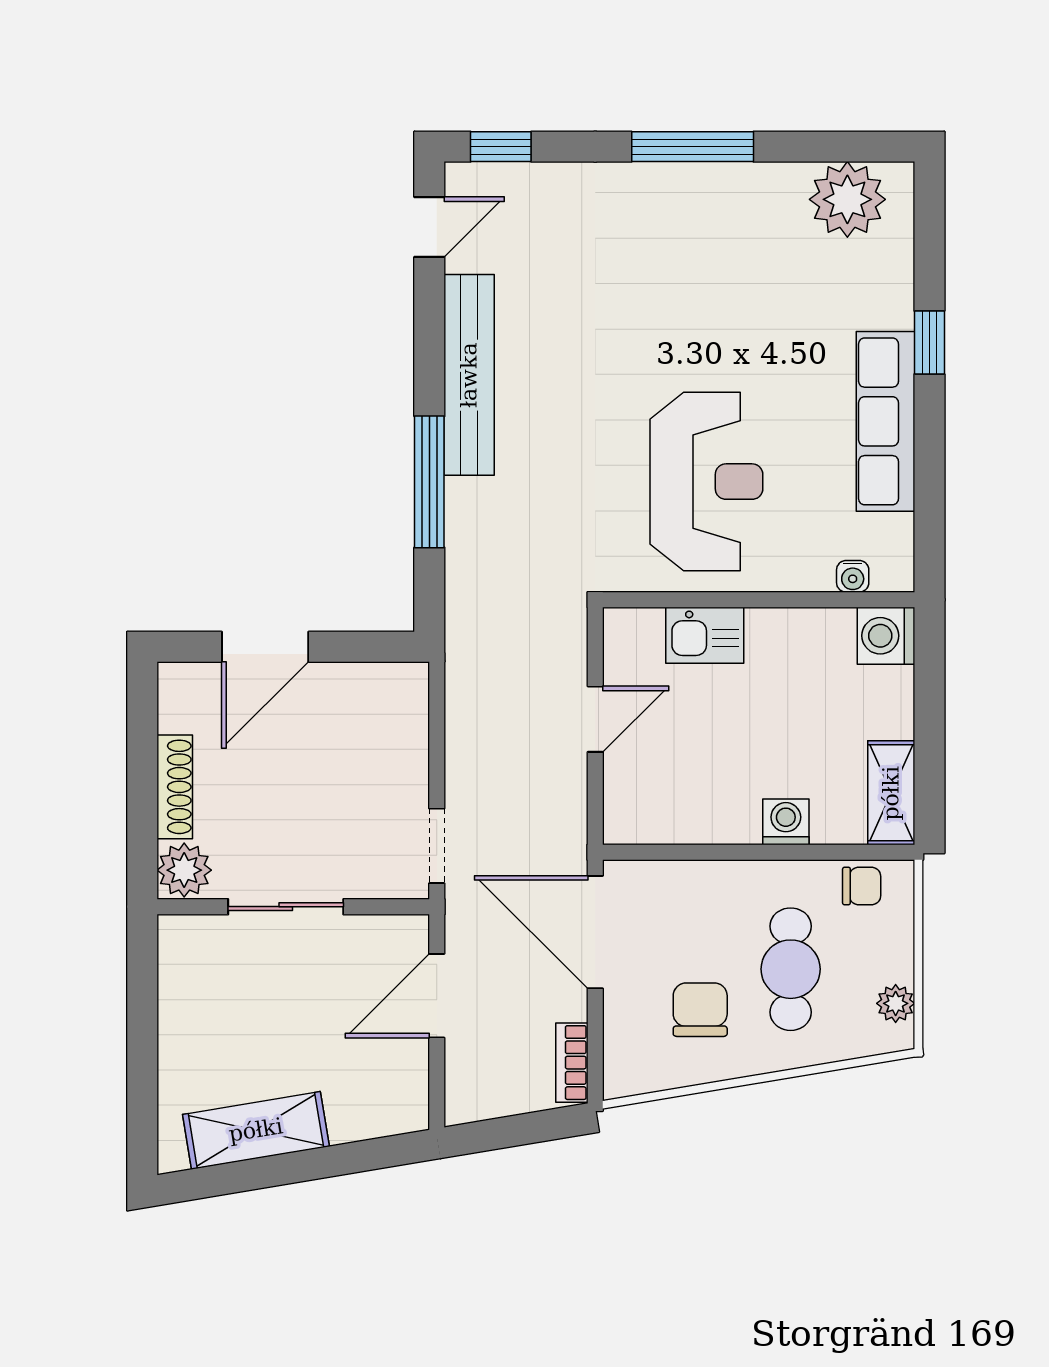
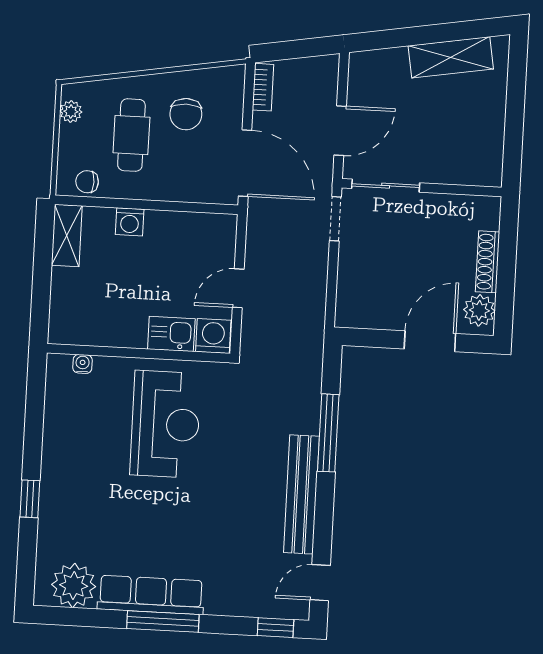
row of seats: (886, 421) -> (151, 595), moved, turned -90
reception desk: (706, 482) -> (165, 424), turned 180
washing machine: (886, 636) -> (213, 336), moved, turned -90
plant: (184, 870) -> (479, 310), moved
sliding door: (286, 907) -> (386, 186), moved

